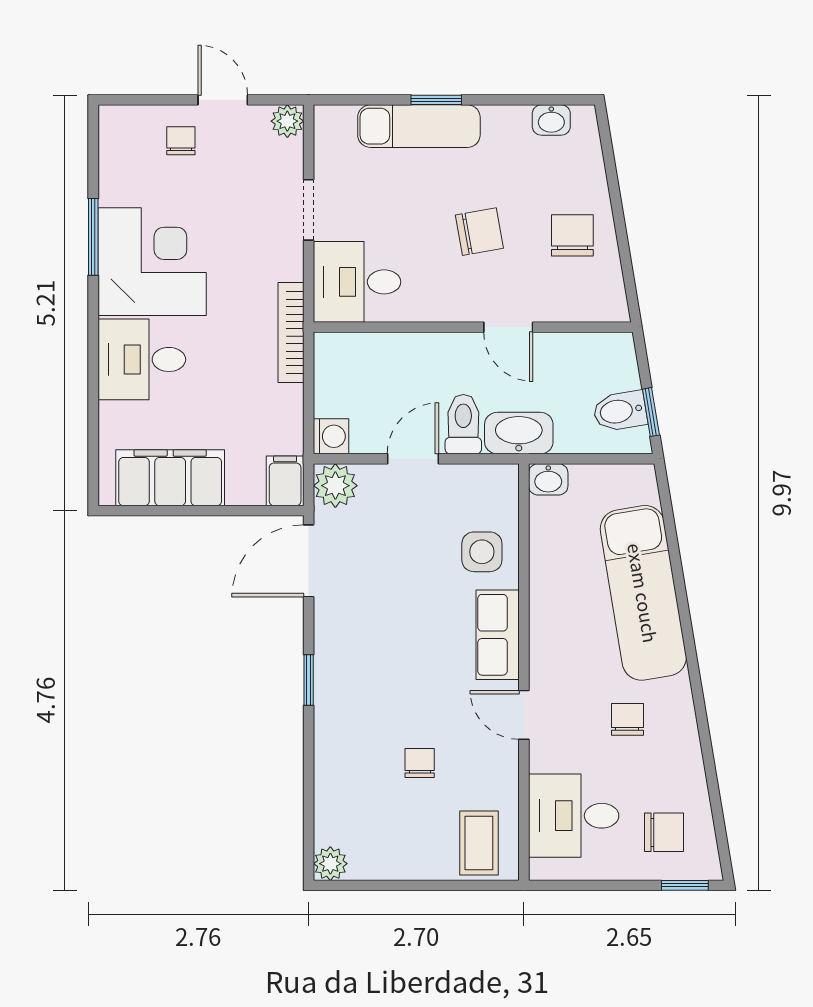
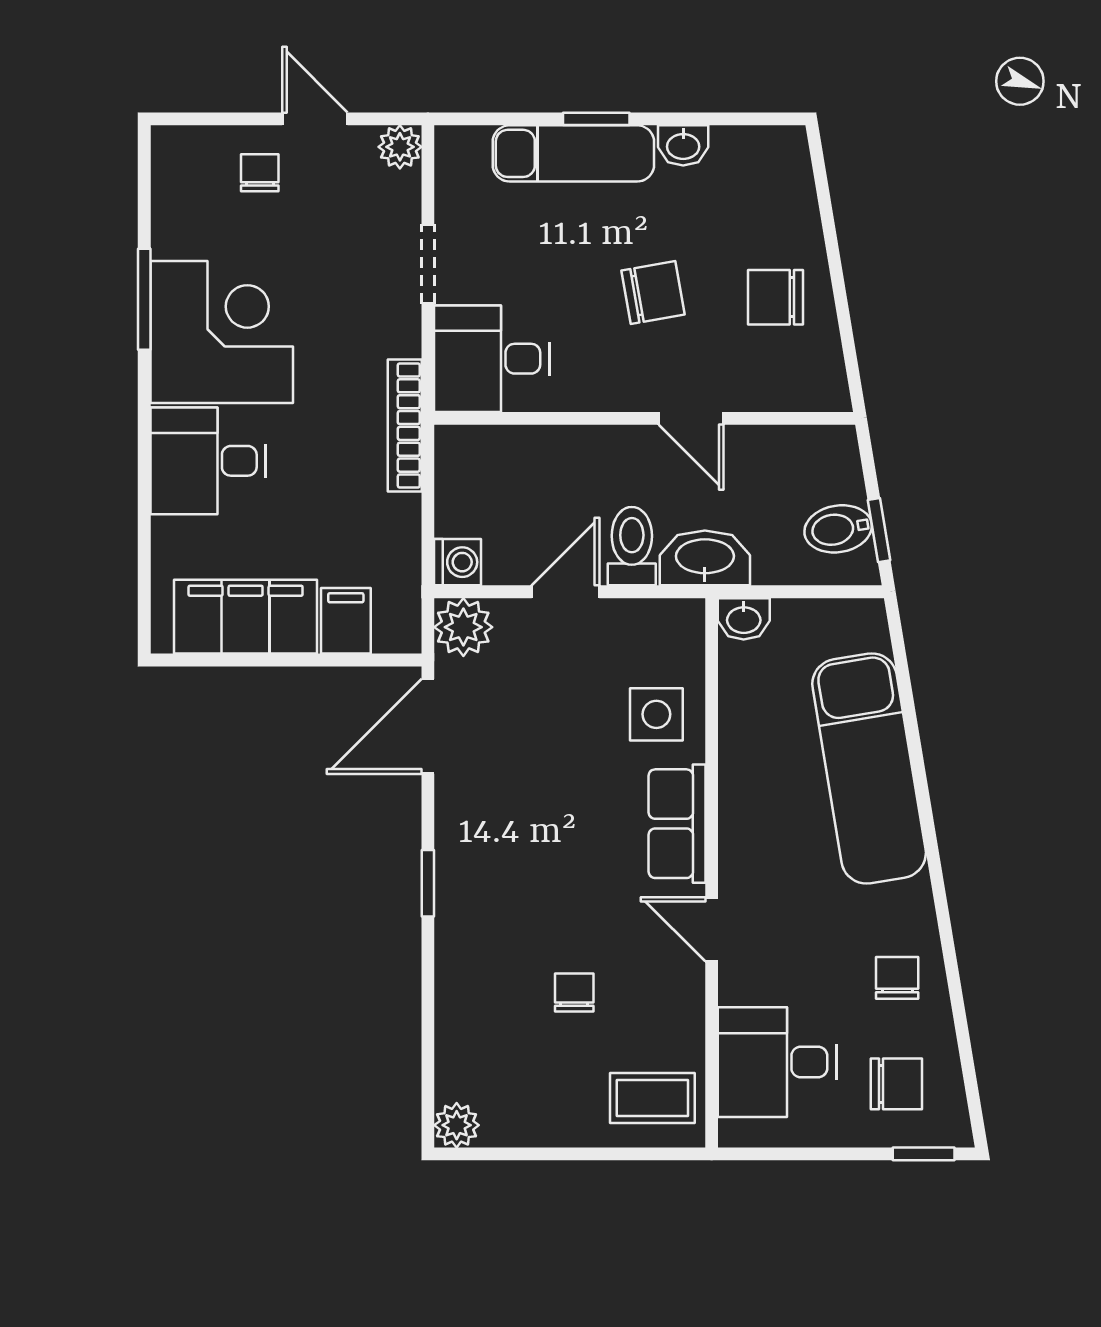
washbasin: (551, 120) -> (683, 145), moved
chair: (572, 235) -> (776, 297), turned -90
filing cabinet: (285, 481) -> (346, 621), moved
chair: (627, 719) -> (897, 978), moved
coffee table: (479, 843) -> (652, 1098), turned 90

